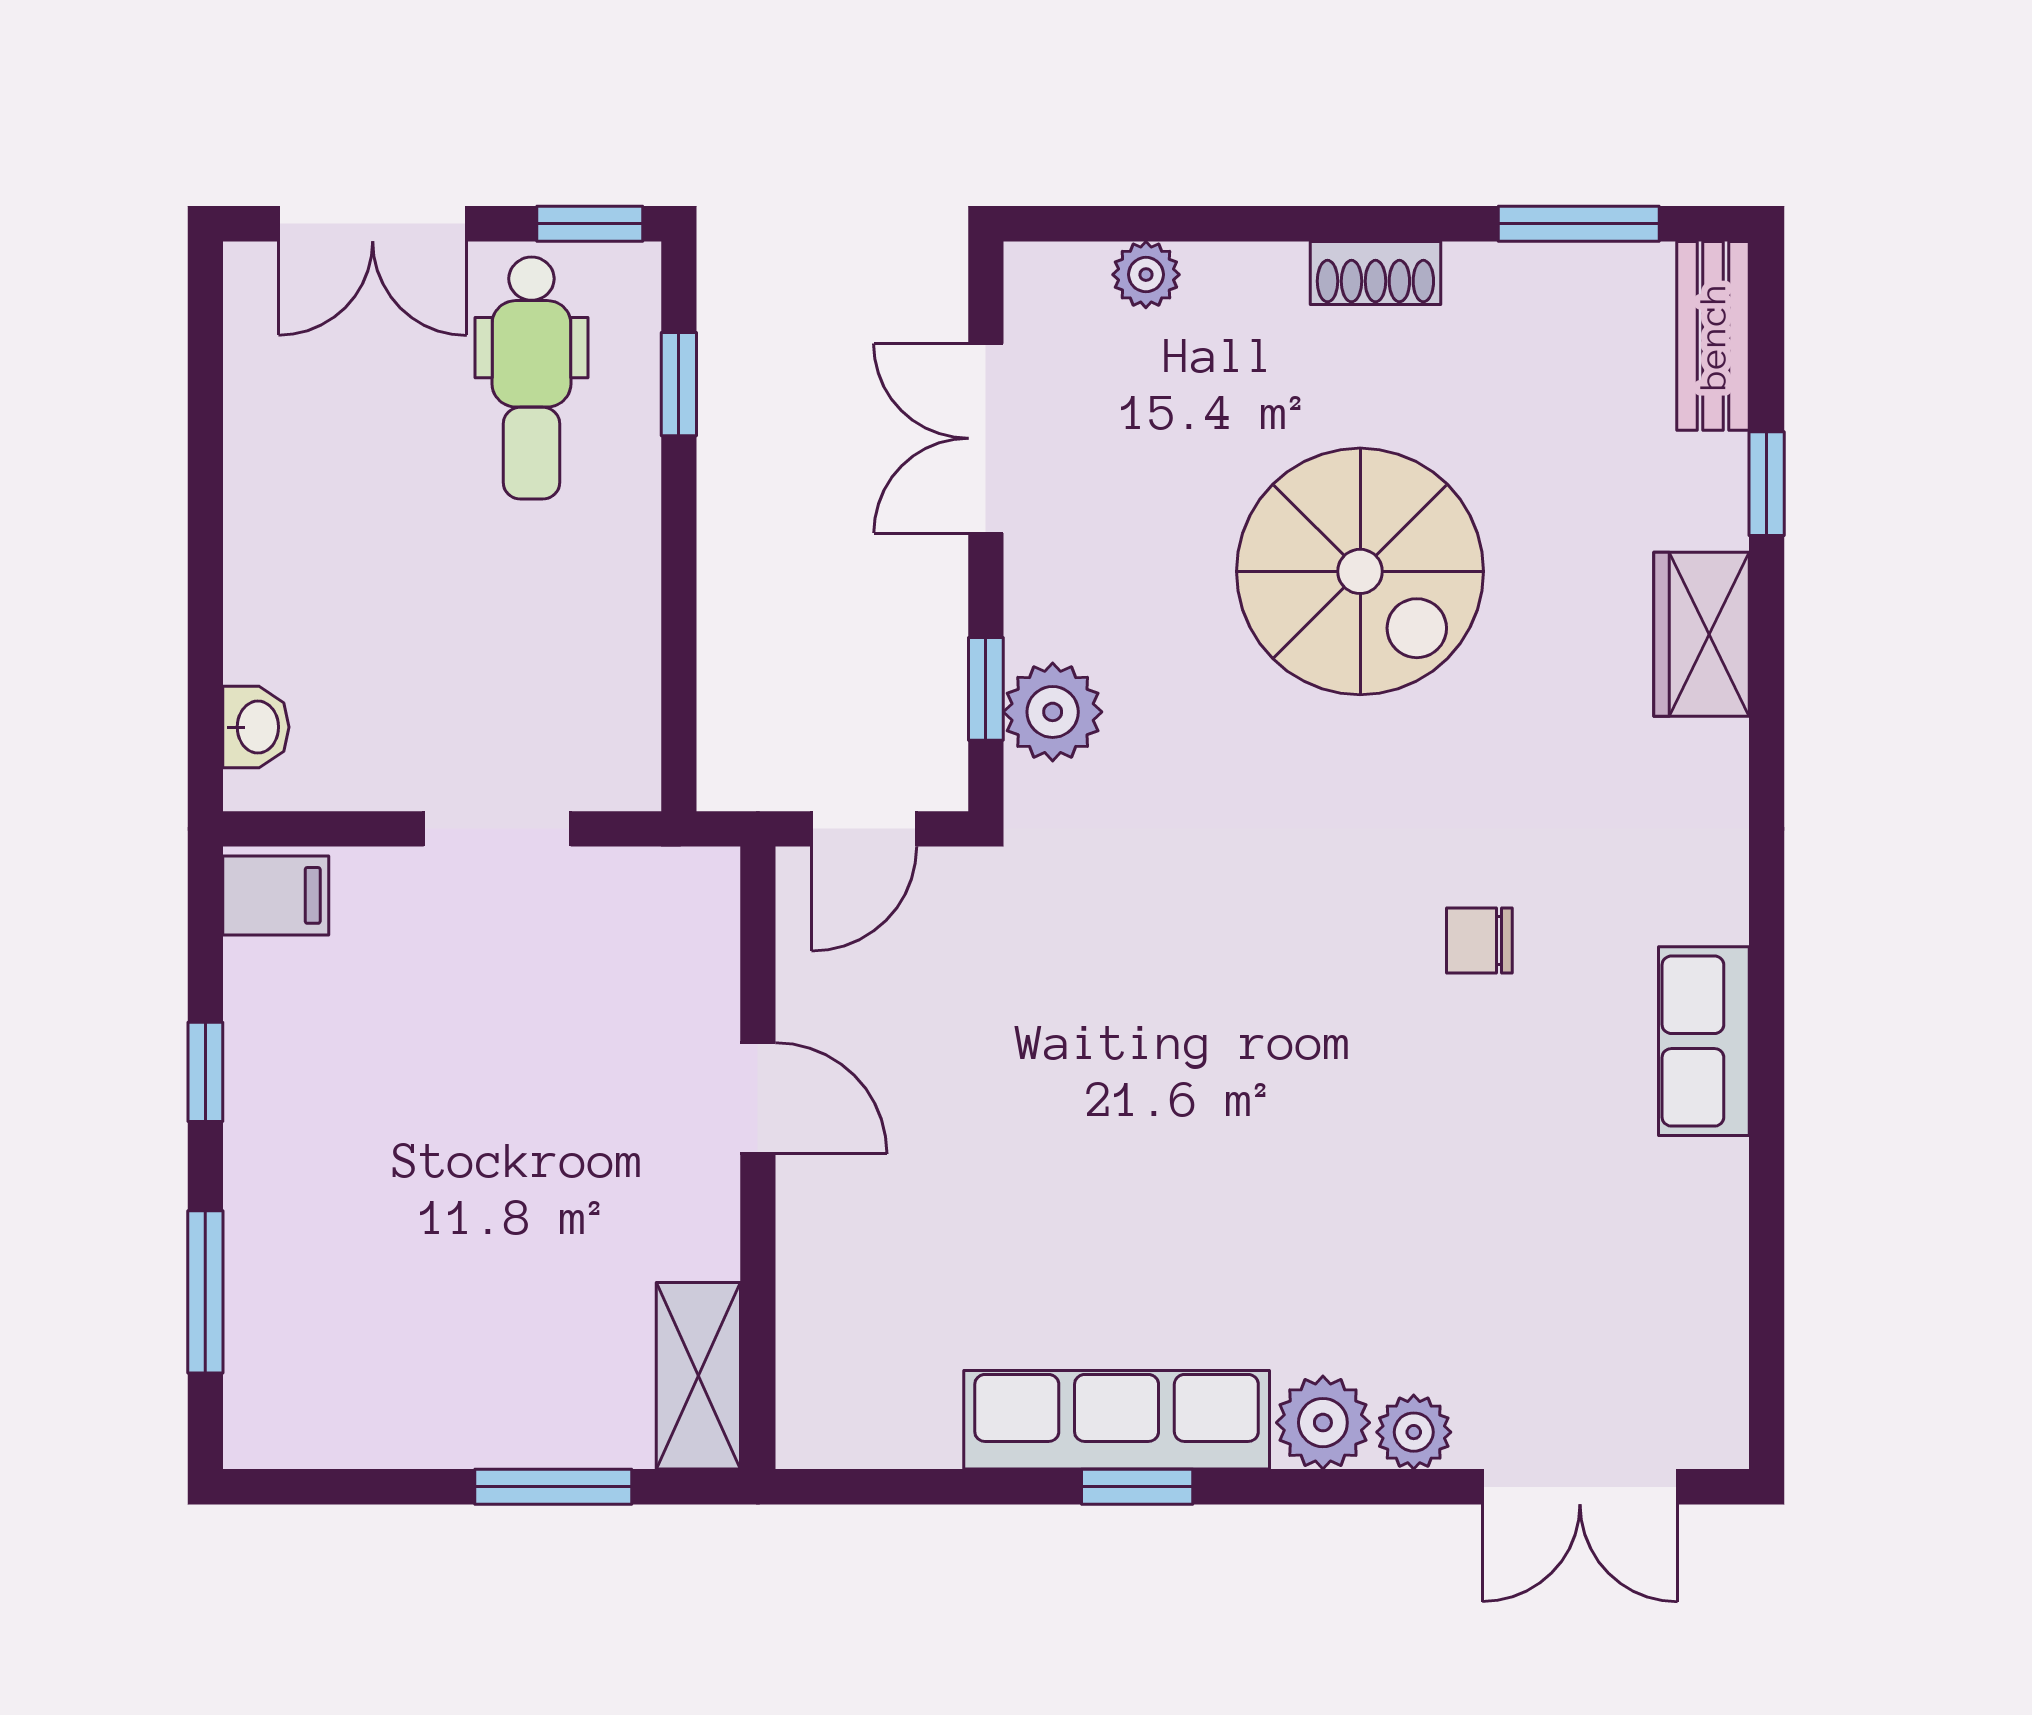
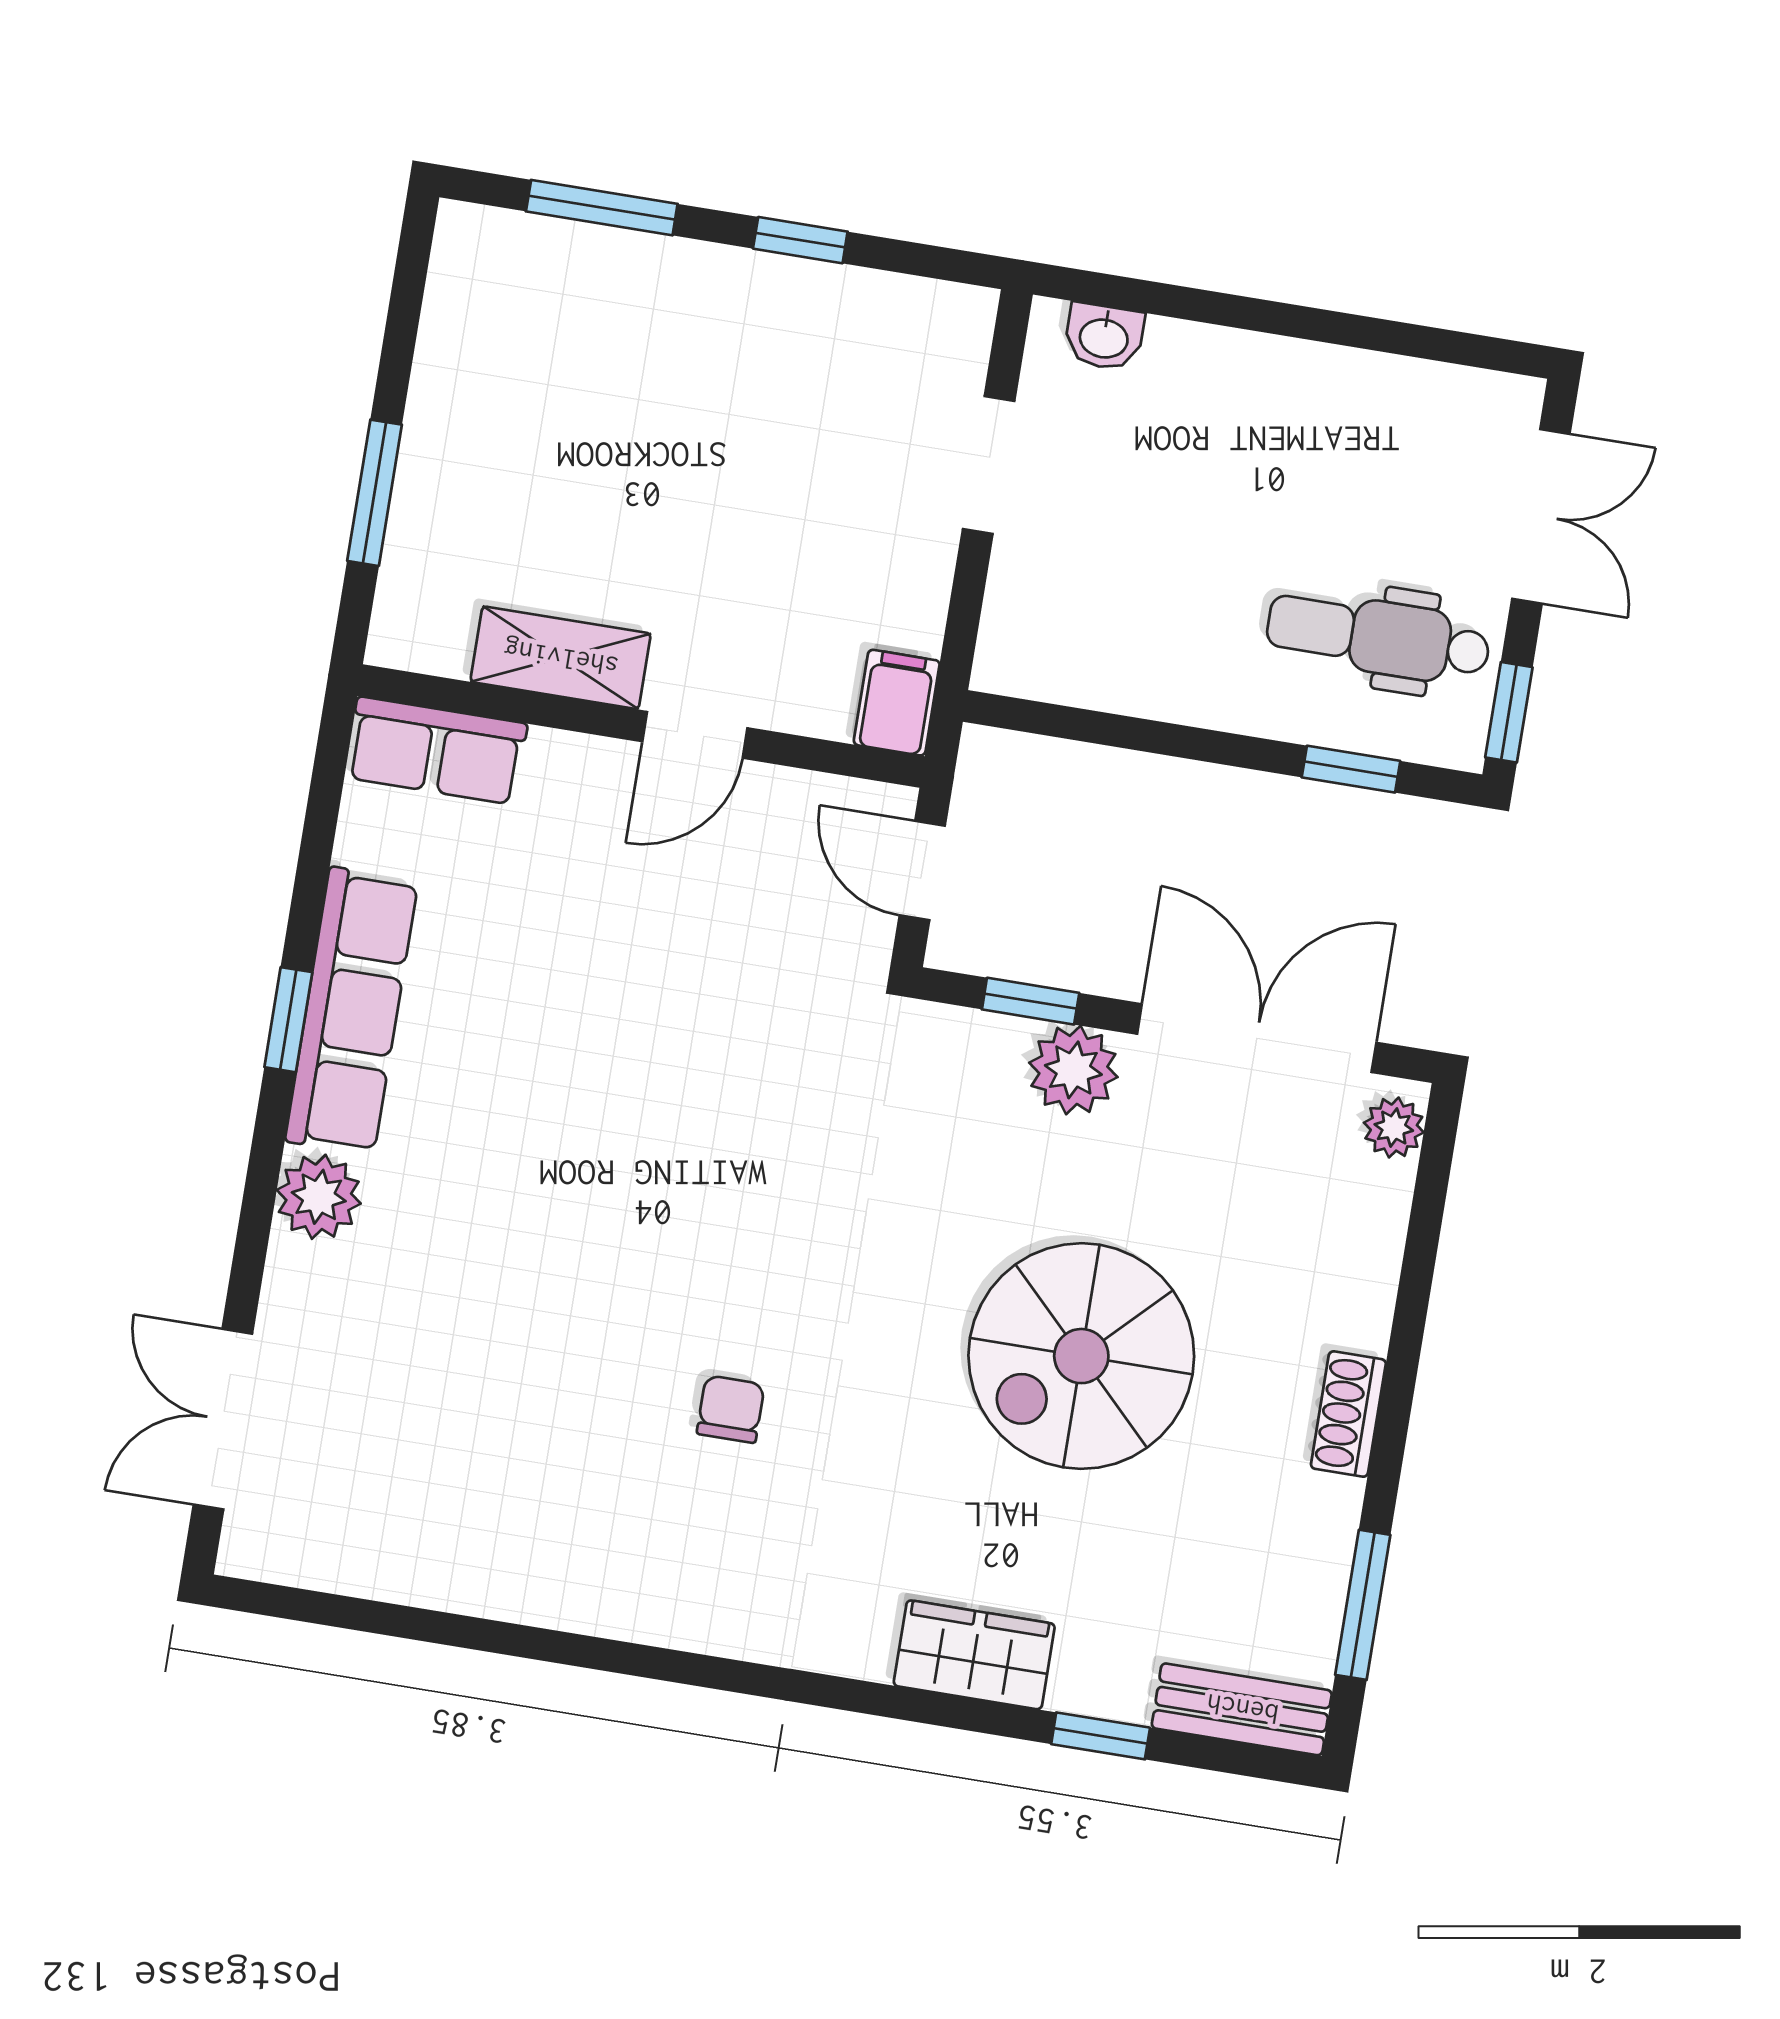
double door: (373, 224) -> (1541, 516), swing flipped
plant: (1146, 275) -> (1394, 1128), moved
double door: (986, 438) -> (1257, 1038), width x1.37
plant: (1053, 712) -> (1073, 1070), moved
doorway: (497, 829) -> (989, 465), moved
filing cabinet: (276, 895) -> (897, 703), moved, turned 180
row of seats: (1704, 1041) -> (436, 751), moved, turned 180
shelving: (698, 1376) -> (561, 658), moved
plant: (1414, 1432) -> (297, 1277), removed

